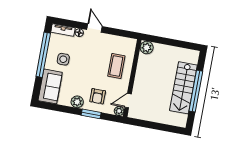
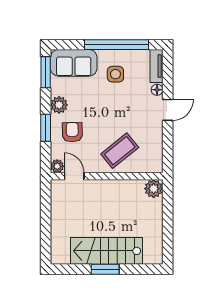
coffee table: (116, 66) -> (120, 151), turned -39
window: (196, 91) -> (105, 269), width x0.47
armchair: (98, 96) -> (72, 132), turned 89
window: (53, 107) -> (46, 72), added

